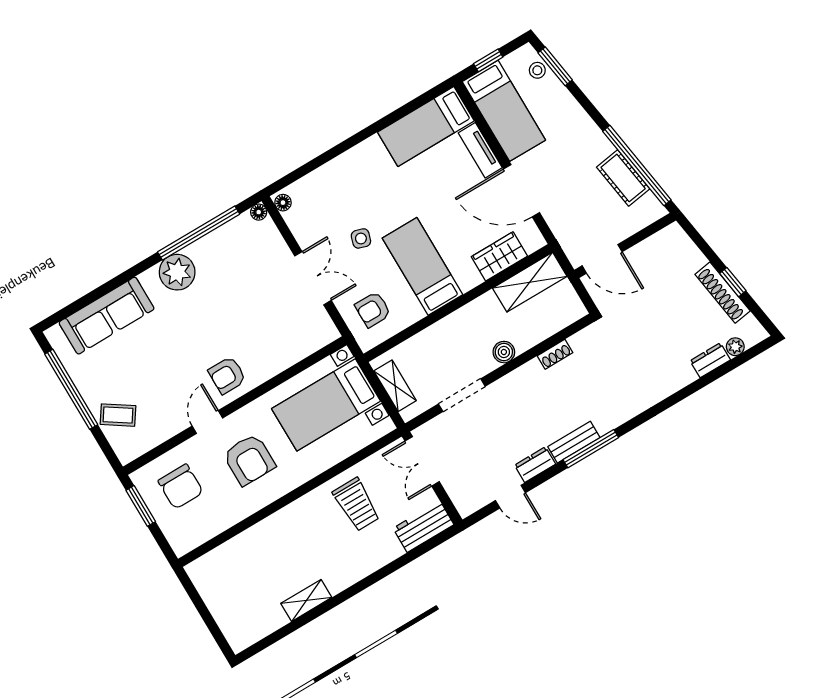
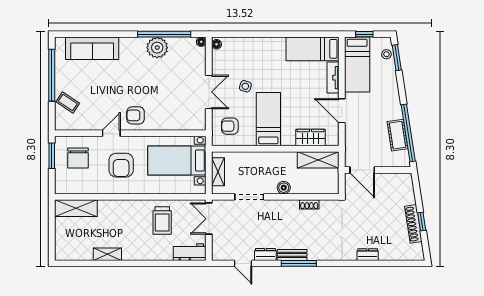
door: (522, 191) -> (342, 111), width x0.73
plant: (177, 272) -> (157, 48), moved
plant: (735, 347) -> (403, 255), removed
dresser: (710, 360) -> (368, 255), moved
shelving: (221, 561) -> (76, 208), added

